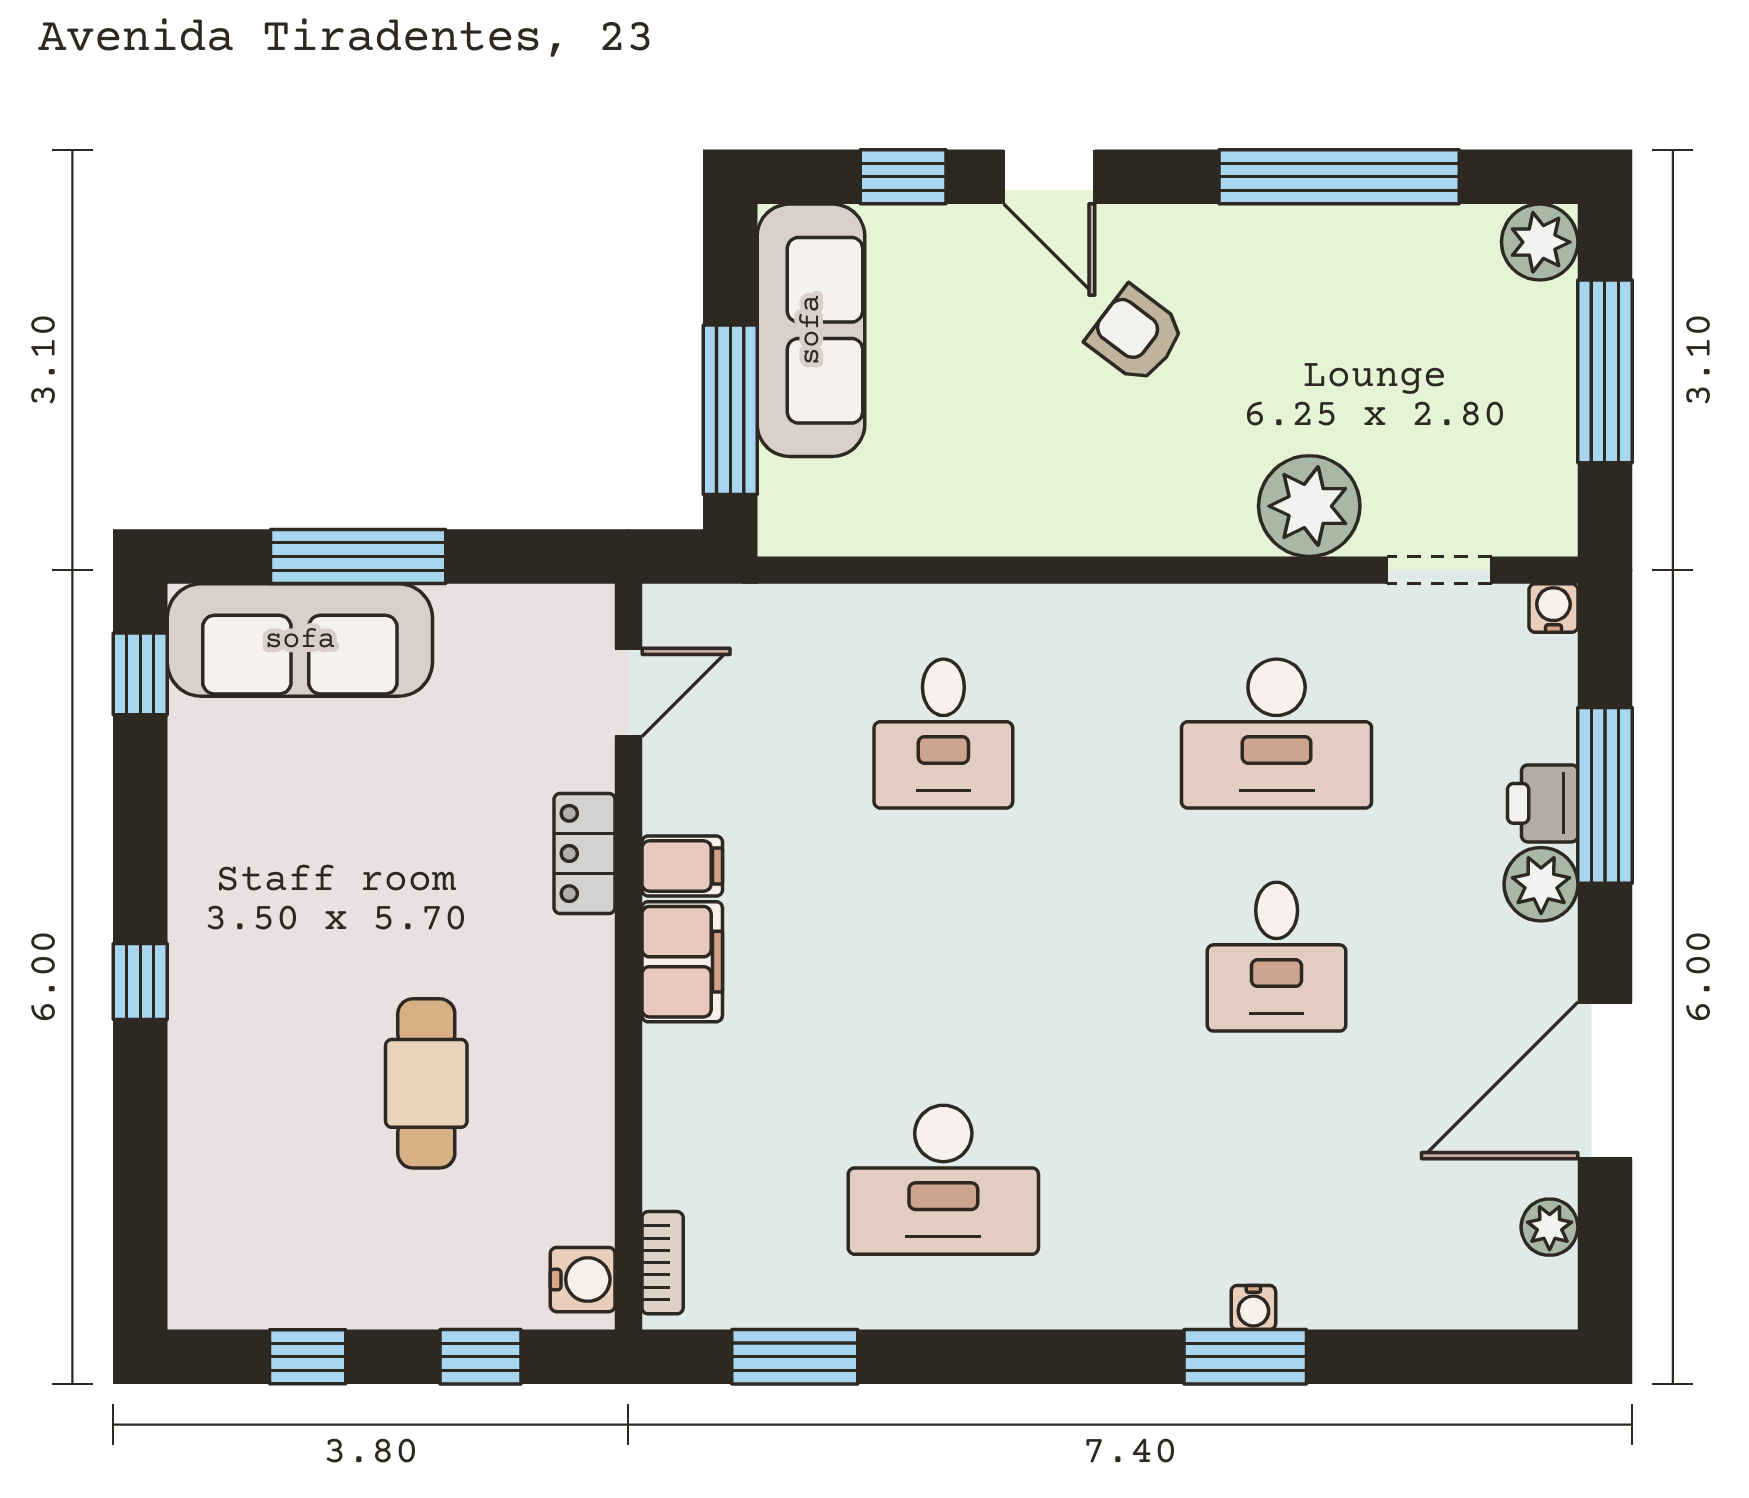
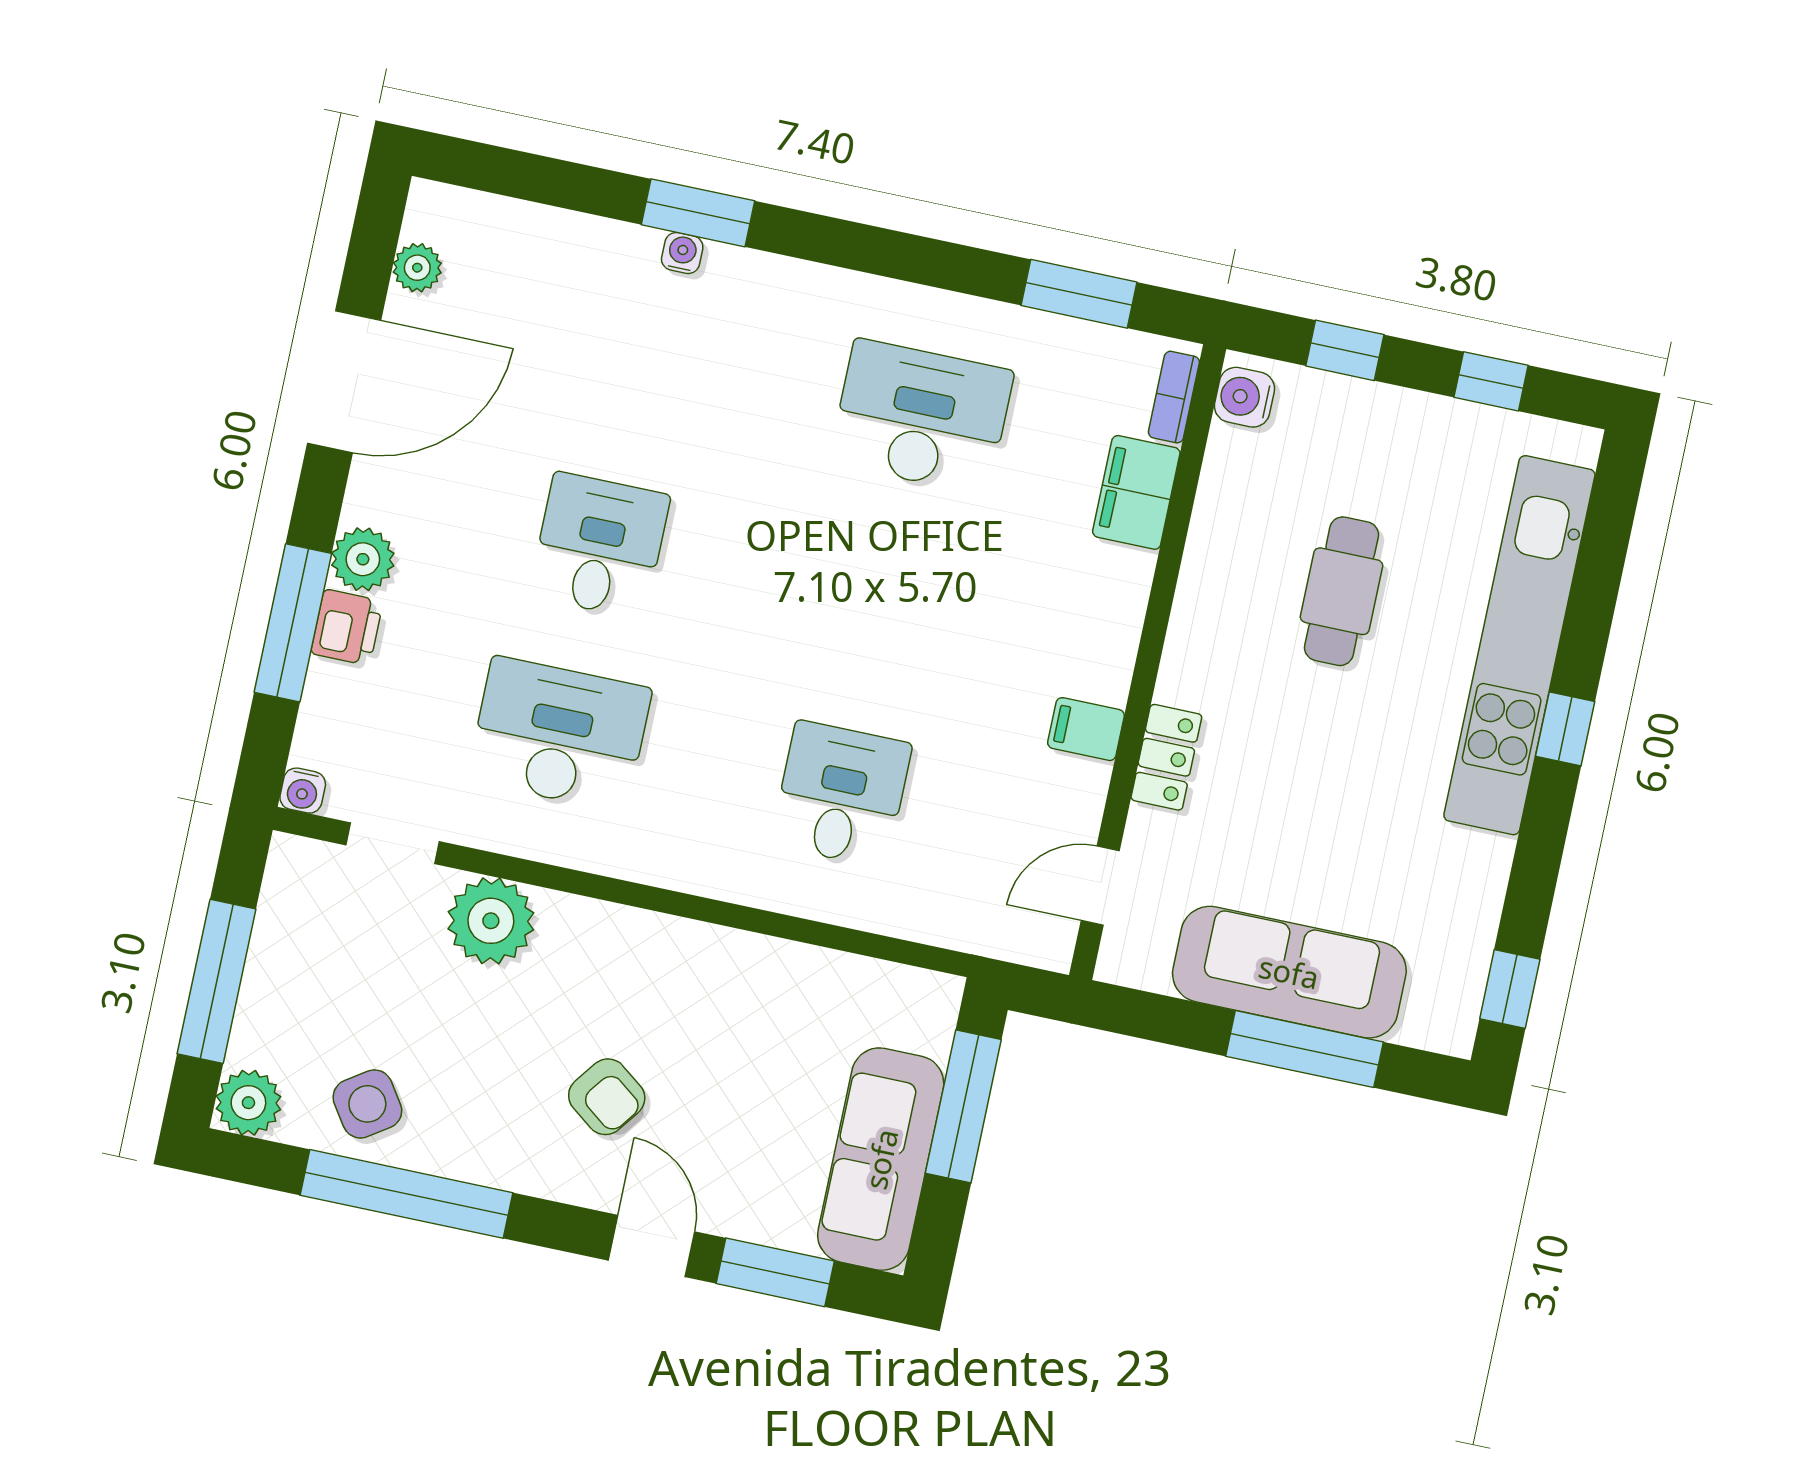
window: (903, 177) -> (775, 1272), width x1.50
side table: (1405, 269) -> (367, 1104), added
sofa: (300, 640) -> (1289, 972), moved
filing cabinet: (682, 962) -> (1136, 492), moved
kitchen unit: (212, 1065) -> (1519, 645), added

